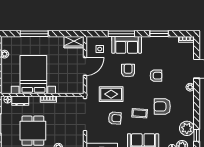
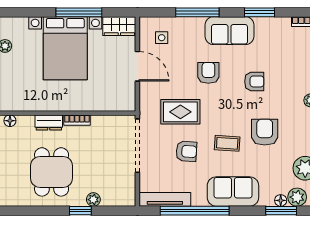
window: (34, 34) -> (79, 12), moved
sofa: (127, 45) -> (229, 31), moved
door: (85, 66) -> (137, 66), hinge flipped
bed with nightstands: (33, 75) -> (65, 48), moved, turned 180
dresser: (20, 101) -> (49, 123), moved
armchair: (162, 106) -> (265, 132), turned 90

